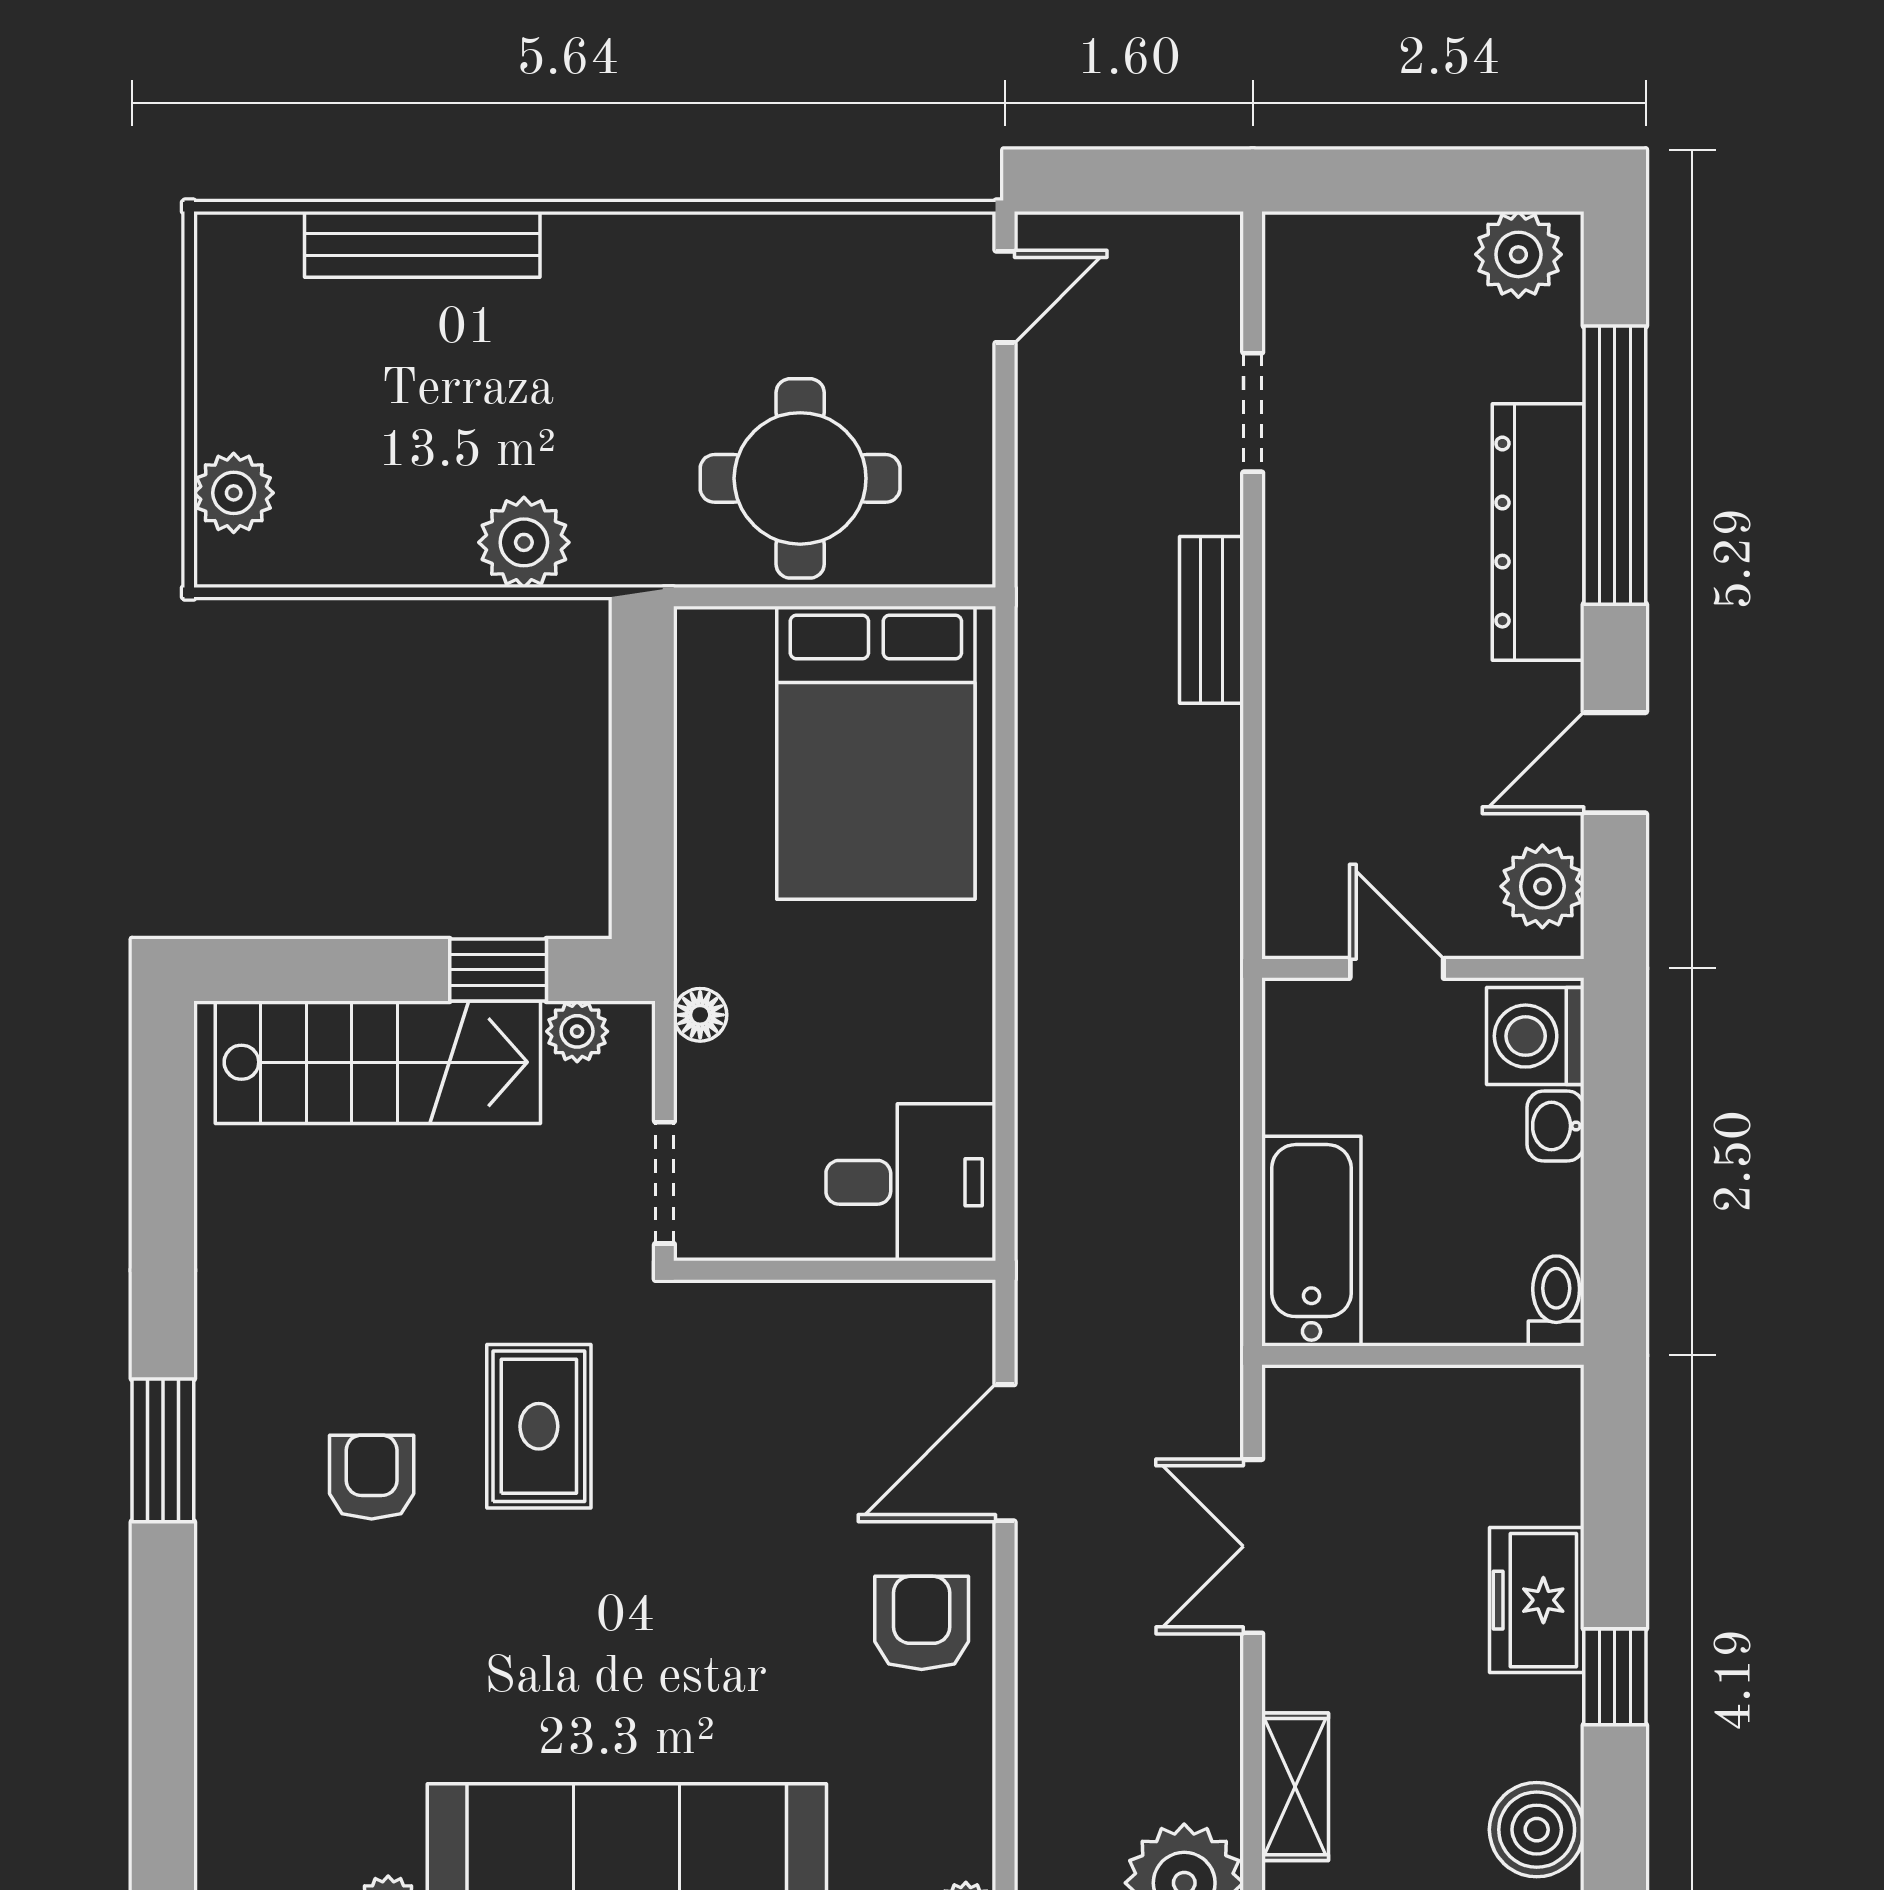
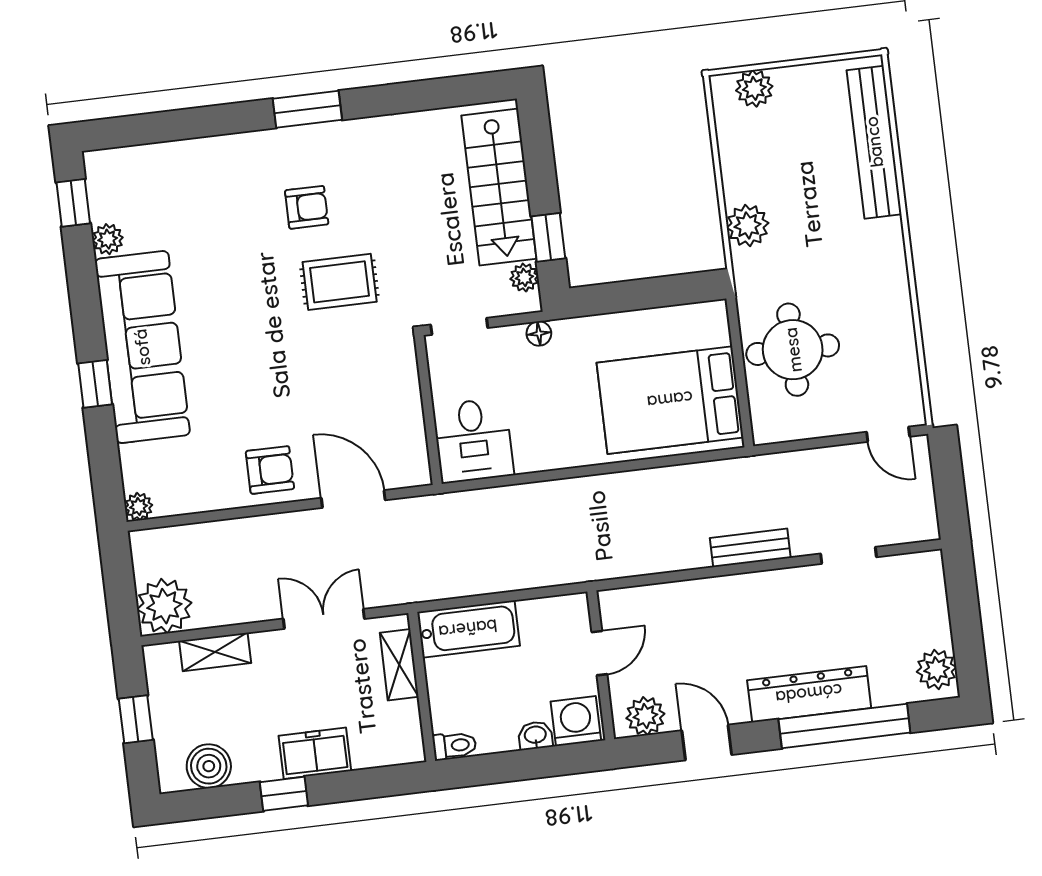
bench: (422, 244) -> (874, 142), width x1.37, depth x1.21
shelving: (1370, 1398) -> (399, 665), added

